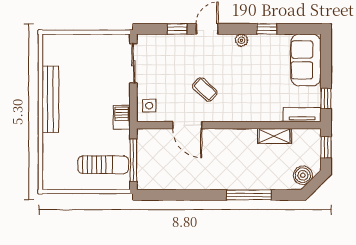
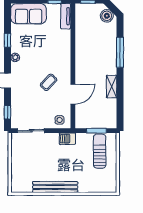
window: (177, 29) -> (7, 112), moved
shelving: (274, 136) -> (112, 87), moved
window: (133, 160) -> (97, 131), width x0.69

